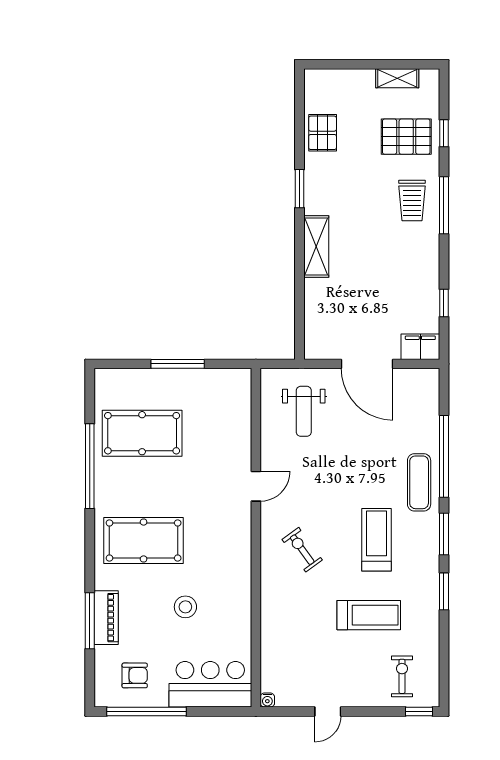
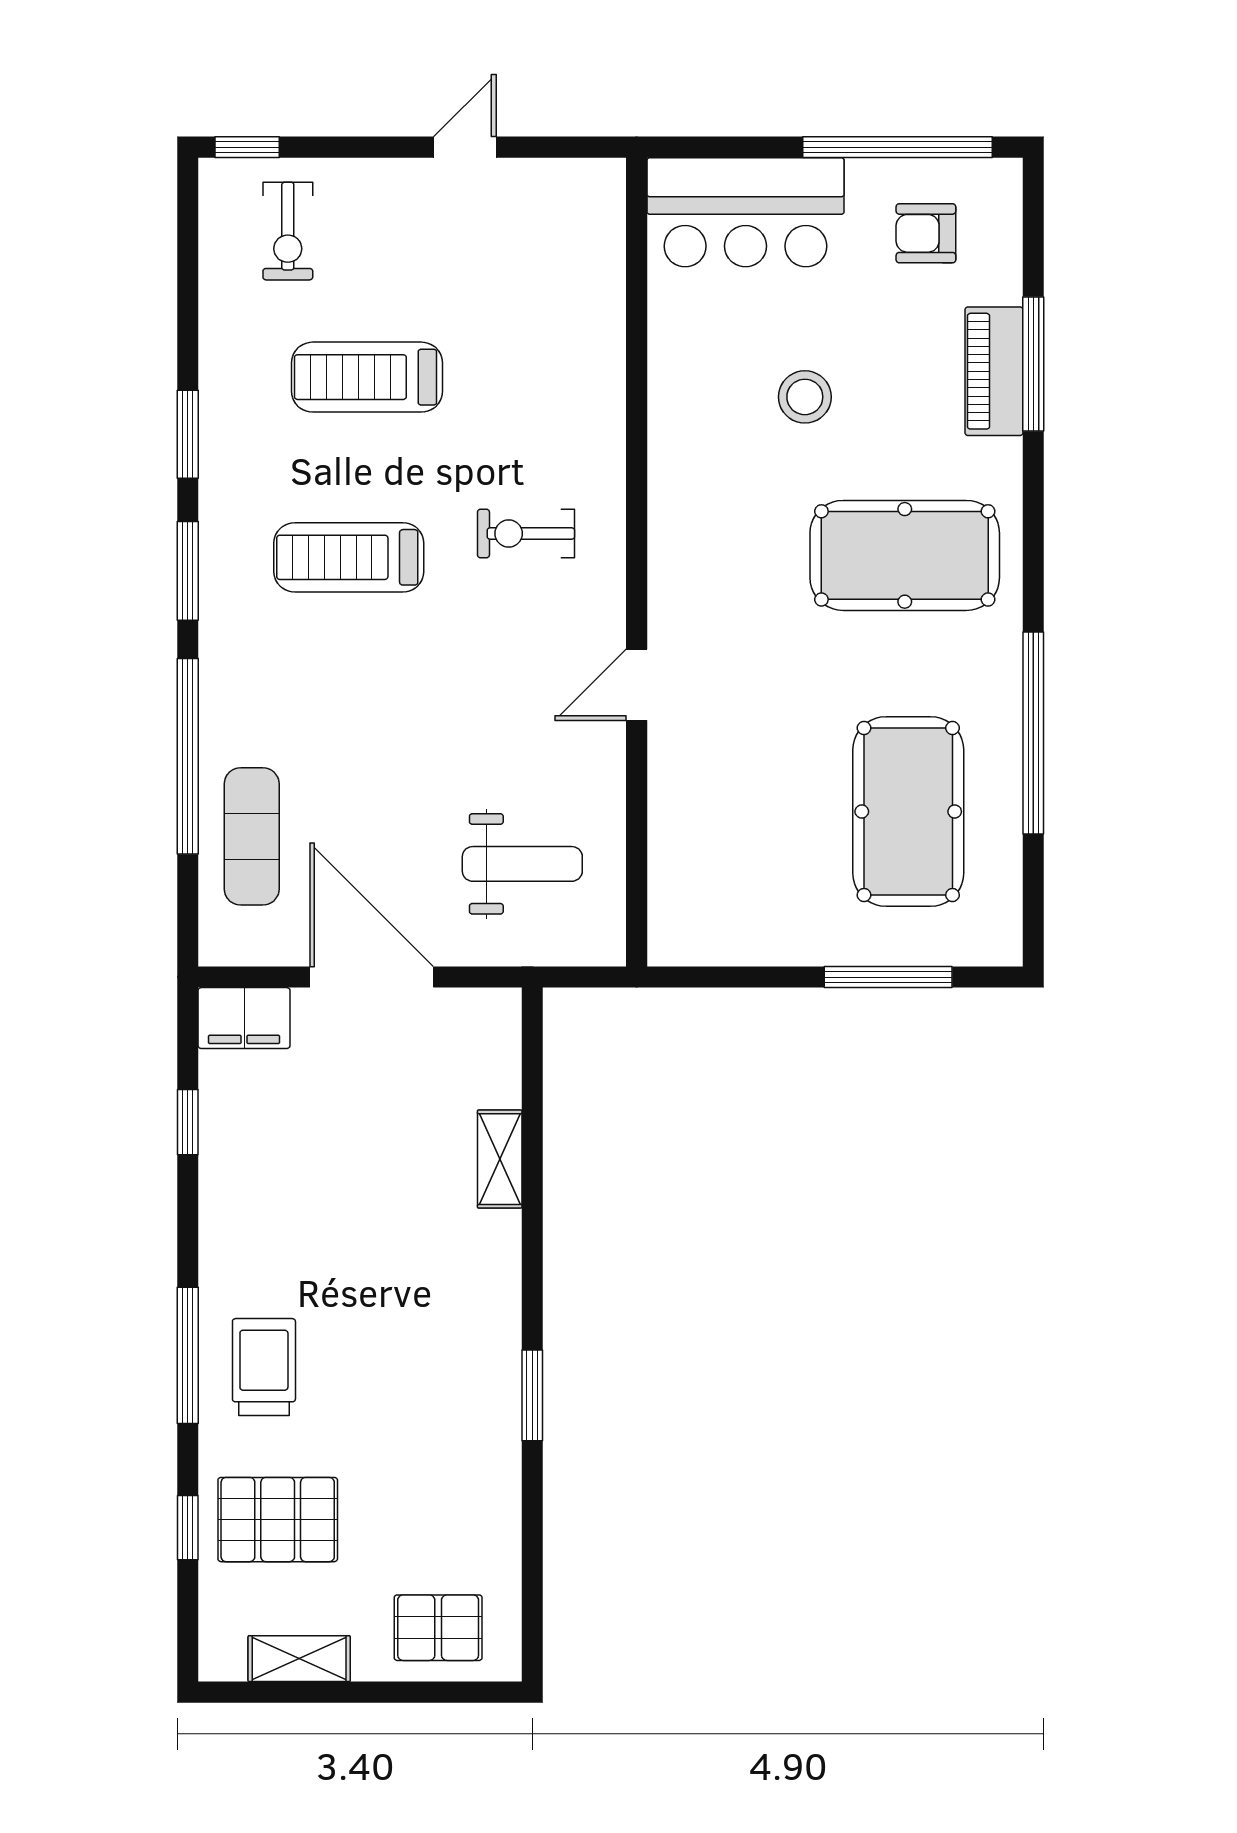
pallet: (323, 133) -> (438, 1628), moved, turned 90
shelving: (316, 246) -> (500, 1159), moved, width x0.67, depth x0.75
window: (178, 364) -> (888, 977), moved
weight bench: (304, 411) -> (522, 864), turned 90
pool table: (142, 433) -> (908, 812), turned 90
exercise mat: (419, 482) -> (252, 836), moved
treadmill: (376, 540) -> (349, 557), turned 90
exercise bike: (302, 550) -> (526, 533), turned 126
water cooler: (267, 700) -> (609, 175), removed

